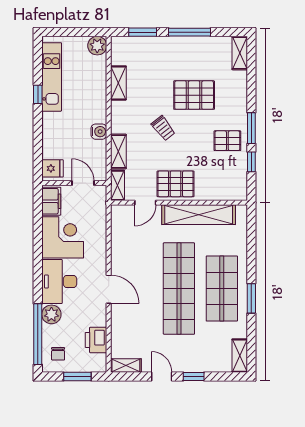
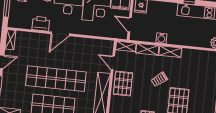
shelving: (118, 83) -> (170, 52), moved
door: (83, 183) -> (130, 25), swing flipped
printer: (96, 340) -> (41, 24), moved

